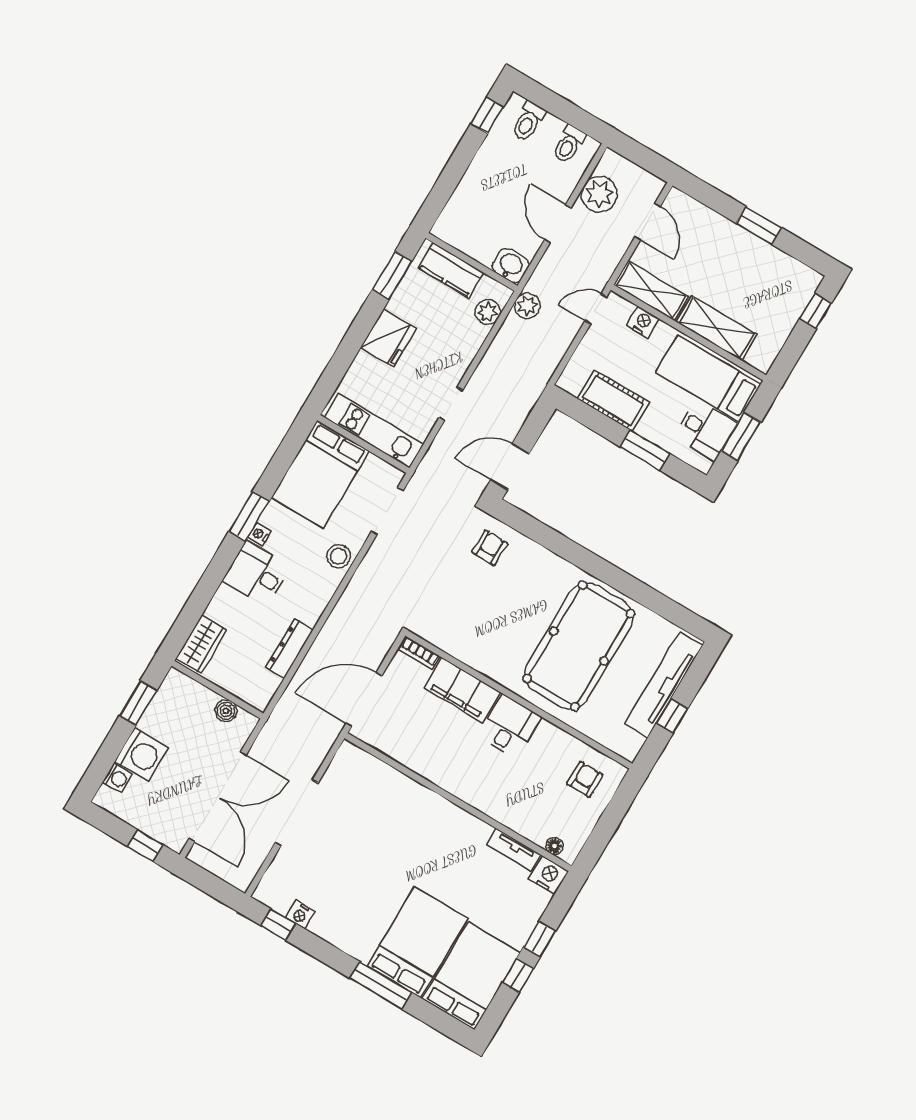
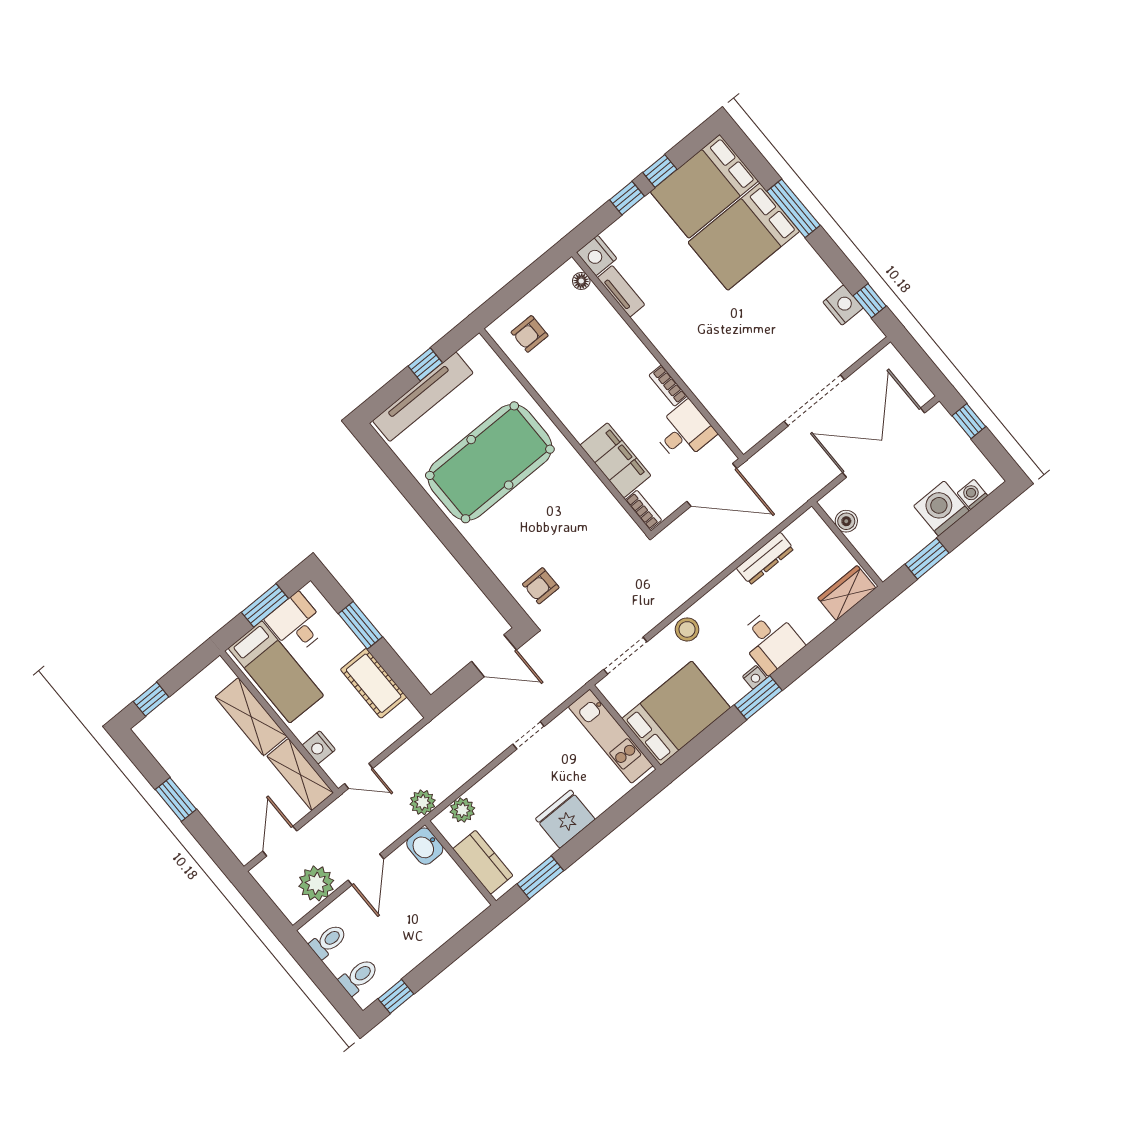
desk: (510, 727) -> (684, 432), moved, turned 180
bookcase: (438, 777) -> (668, 386), added
nightstand: (300, 915) -> (843, 305), width x1.36, depth x1.33

